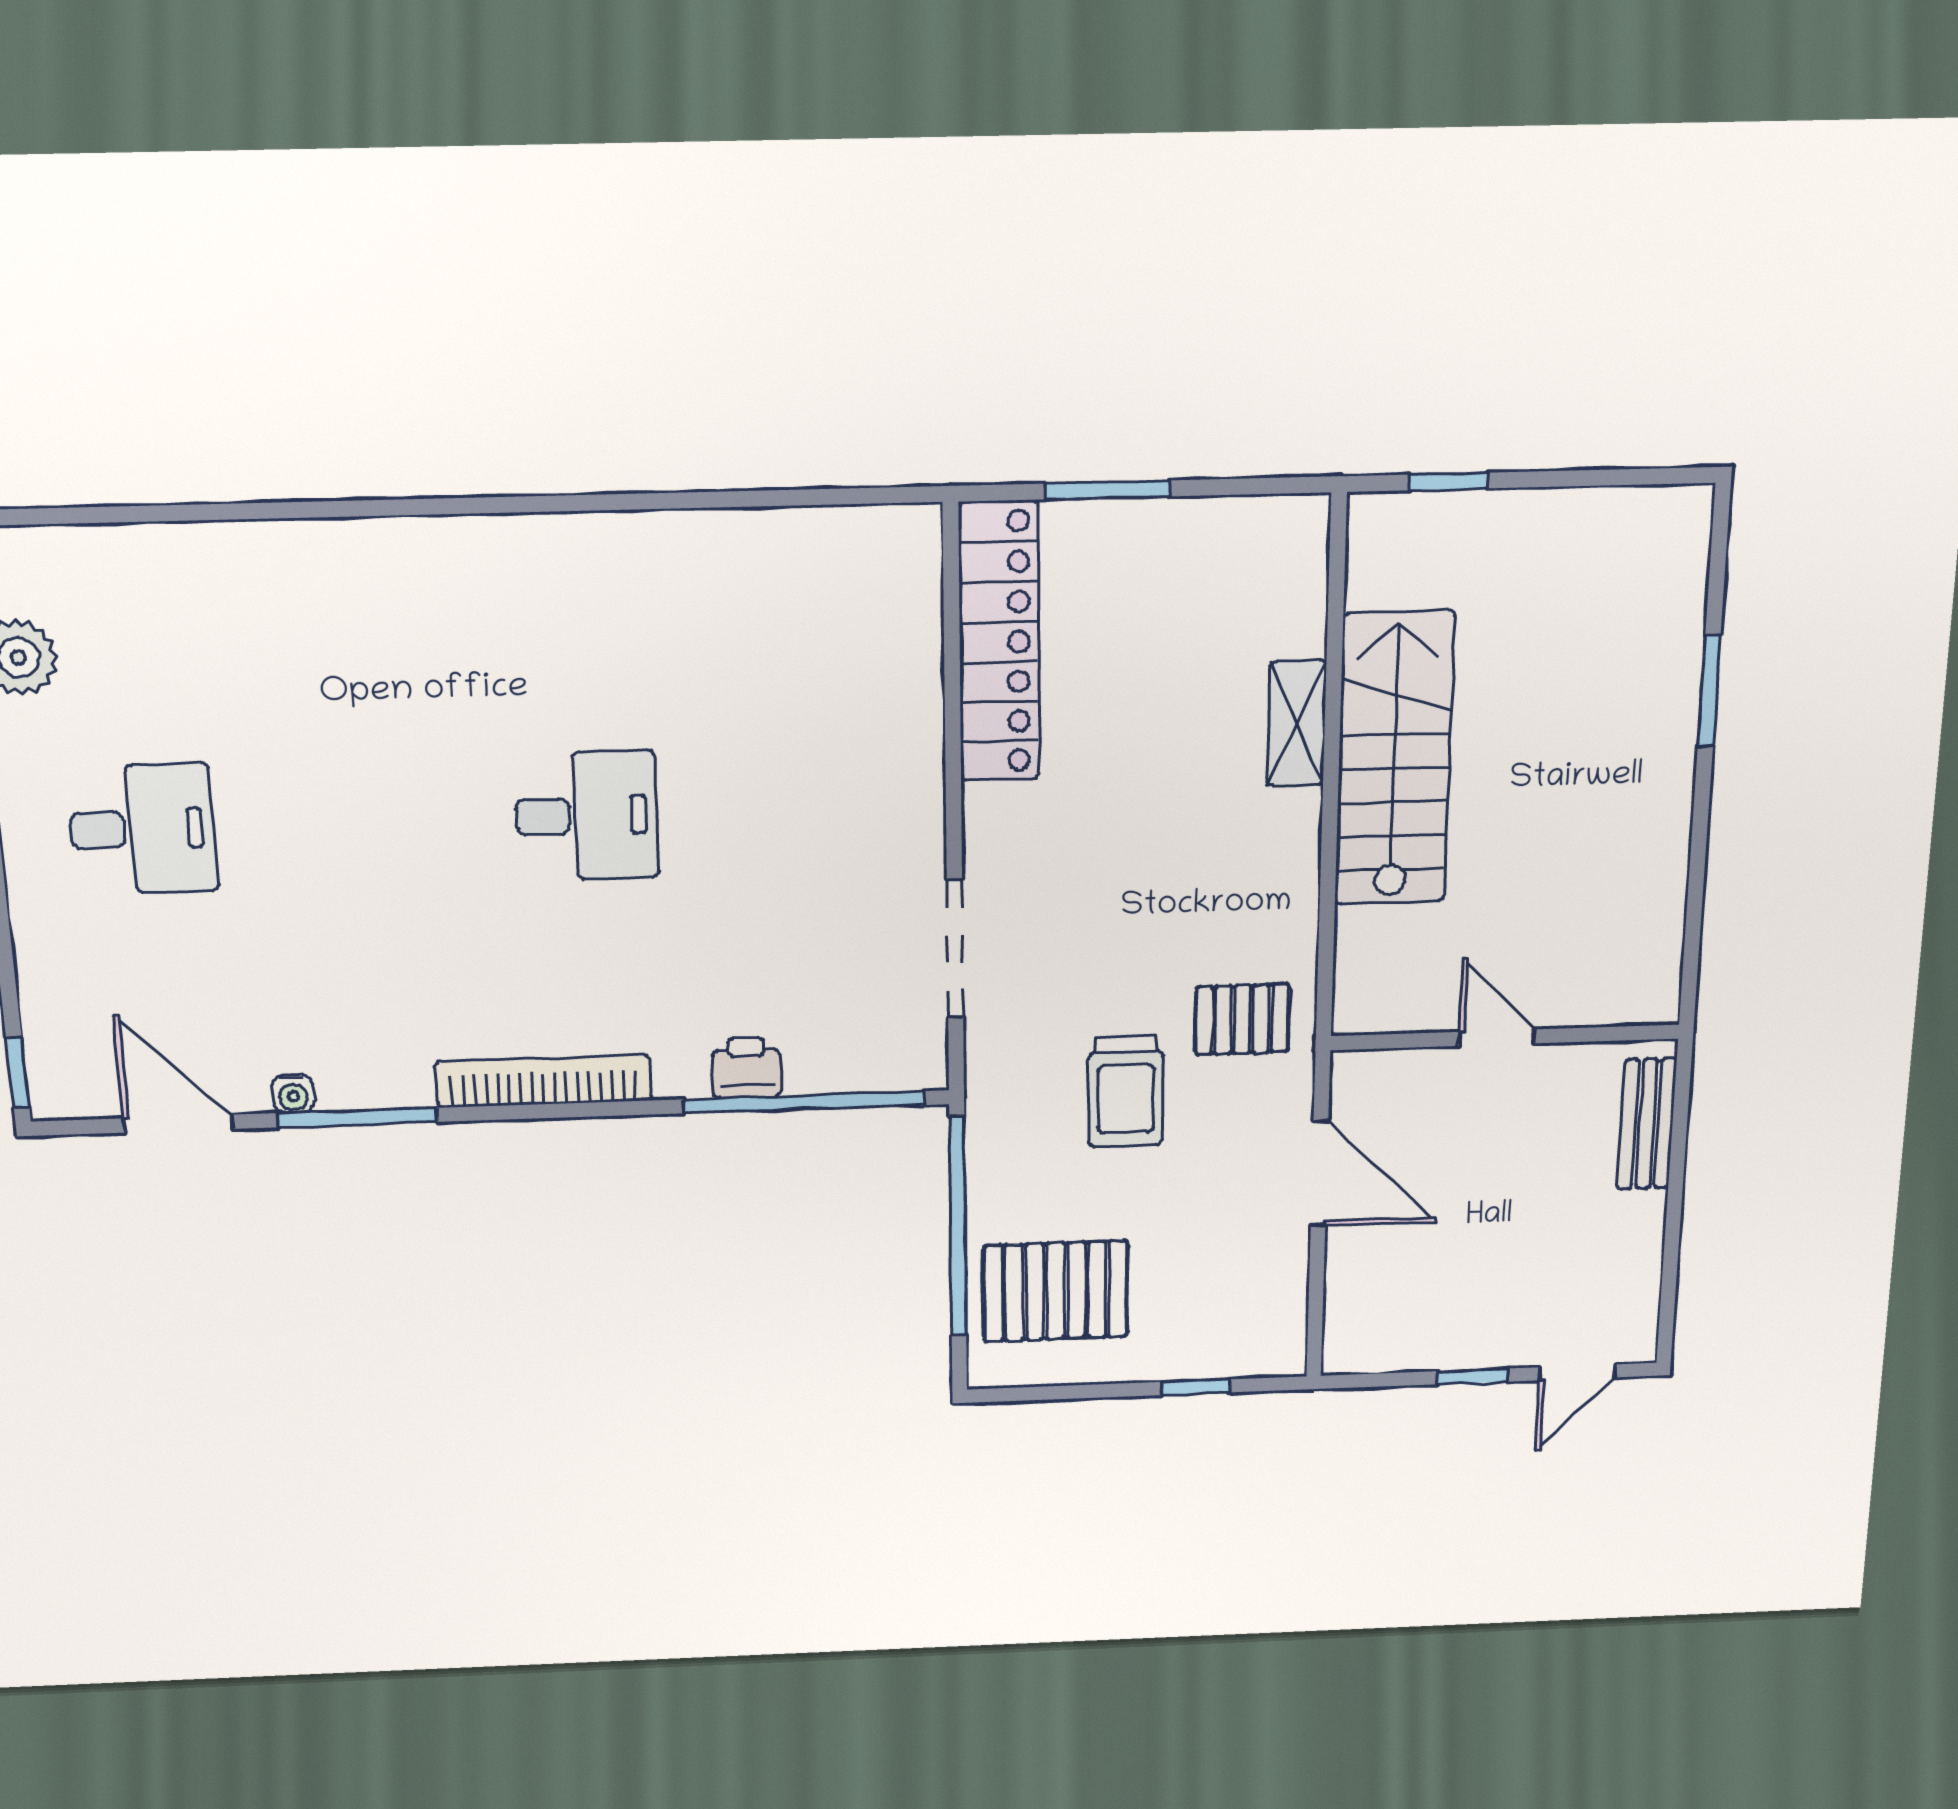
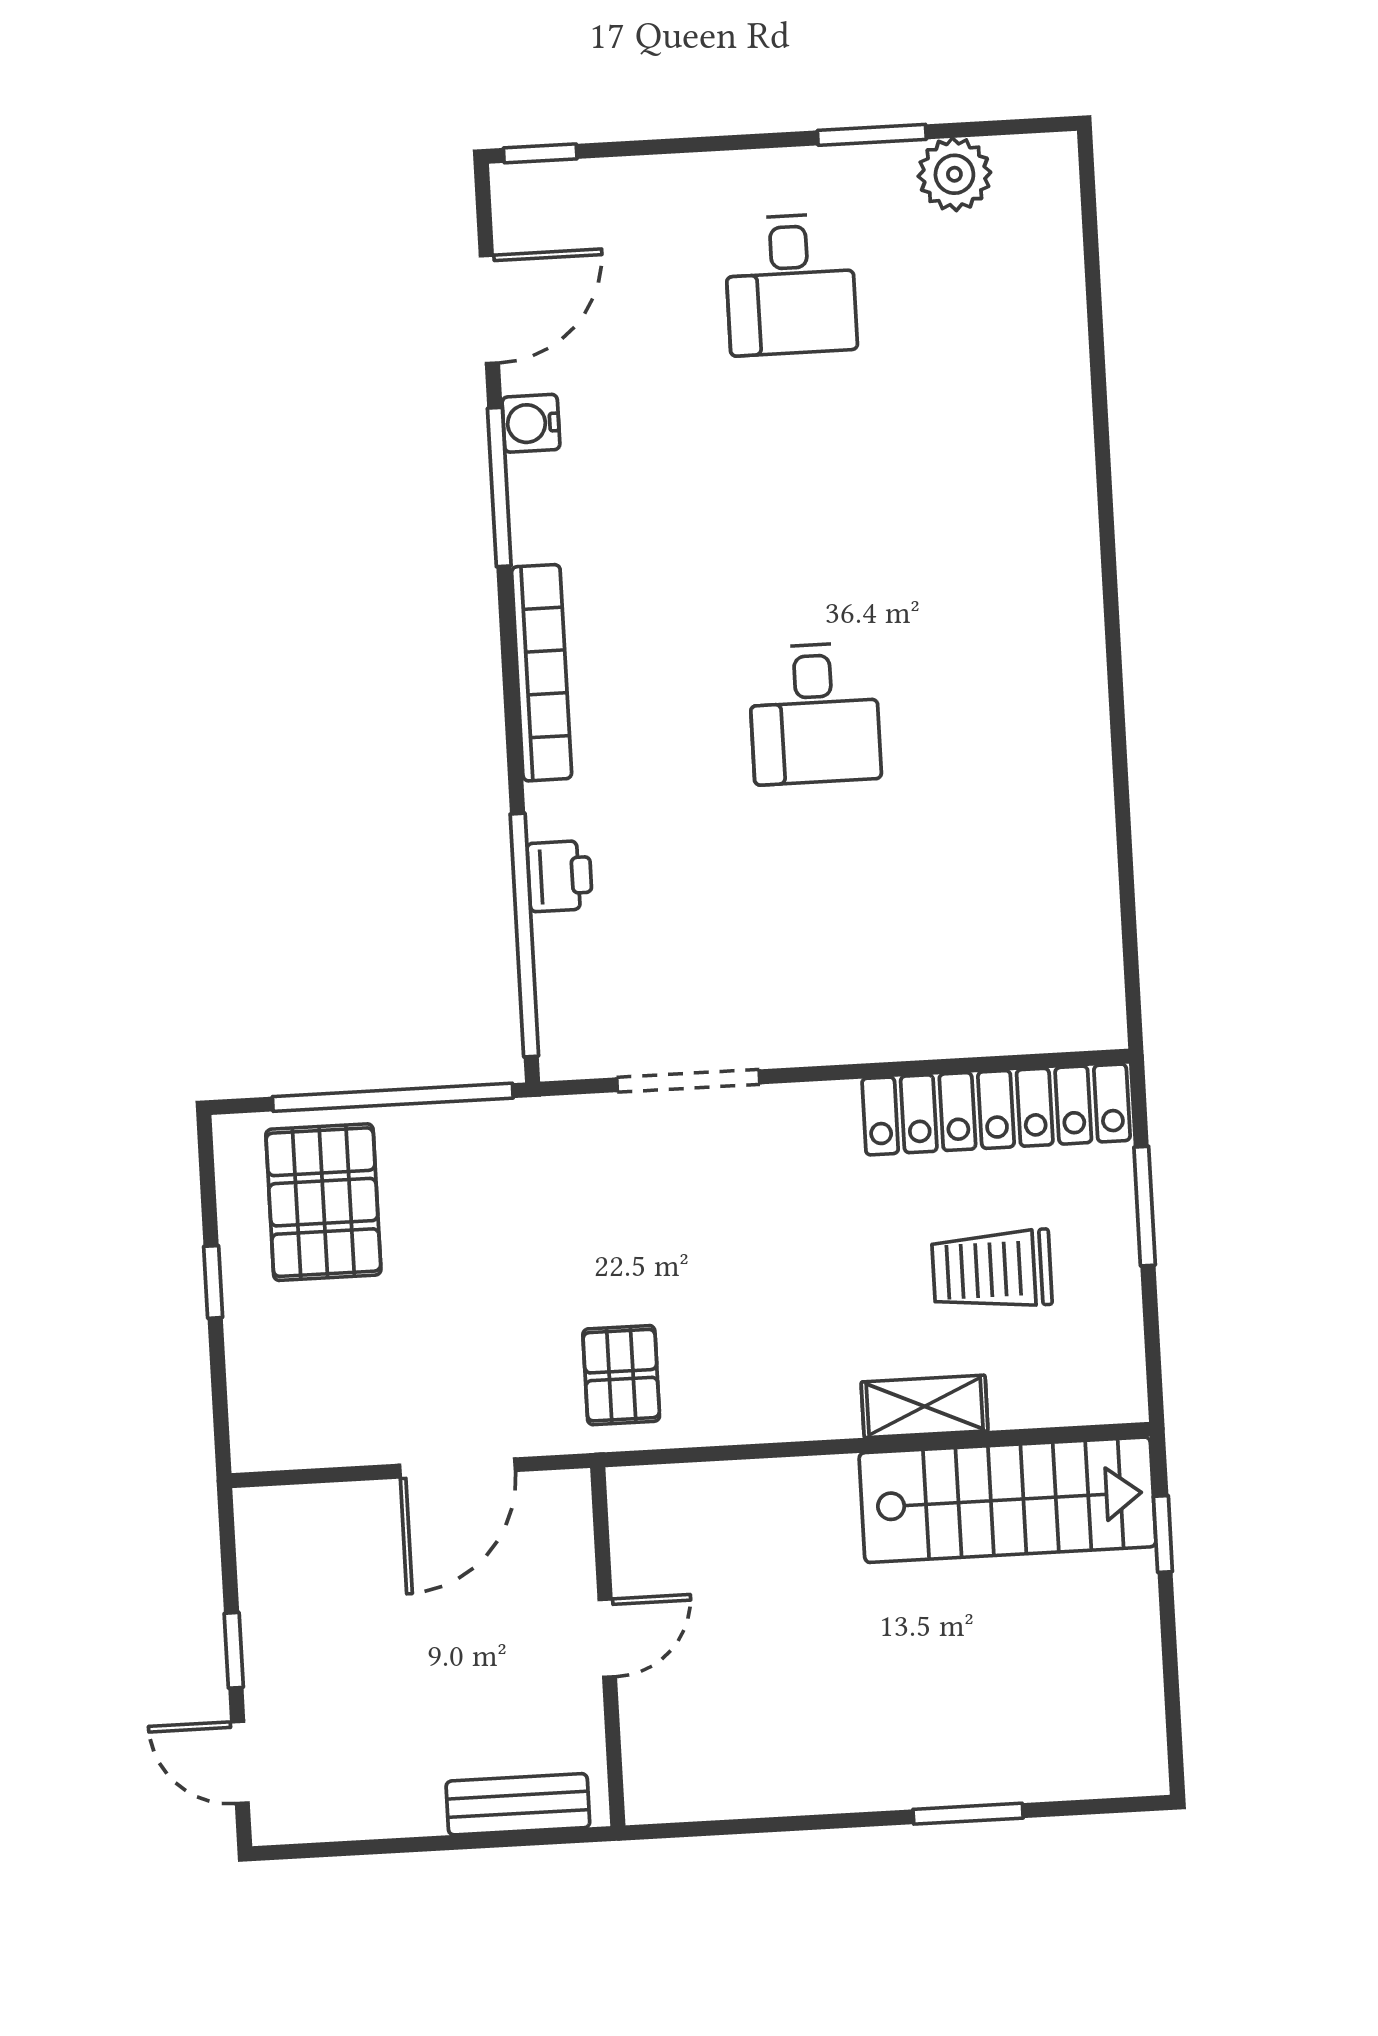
stairs: (1394, 759) -> (1008, 1500), moved
trolley: (1126, 1091) -> (992, 1270), moved
water cooler: (293, 1094) -> (531, 423), width x1.38, depth x1.38
window: (1196, 1387) -> (213, 1282), moved

